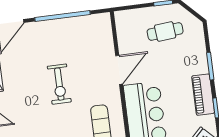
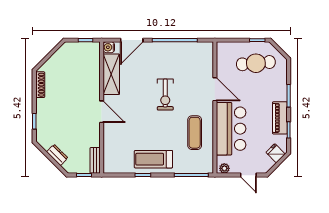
cafe table: (165, 31) -> (256, 63), width x1.37, depth x1.35
door: (119, 70) -> (215, 89), hinge flipped

